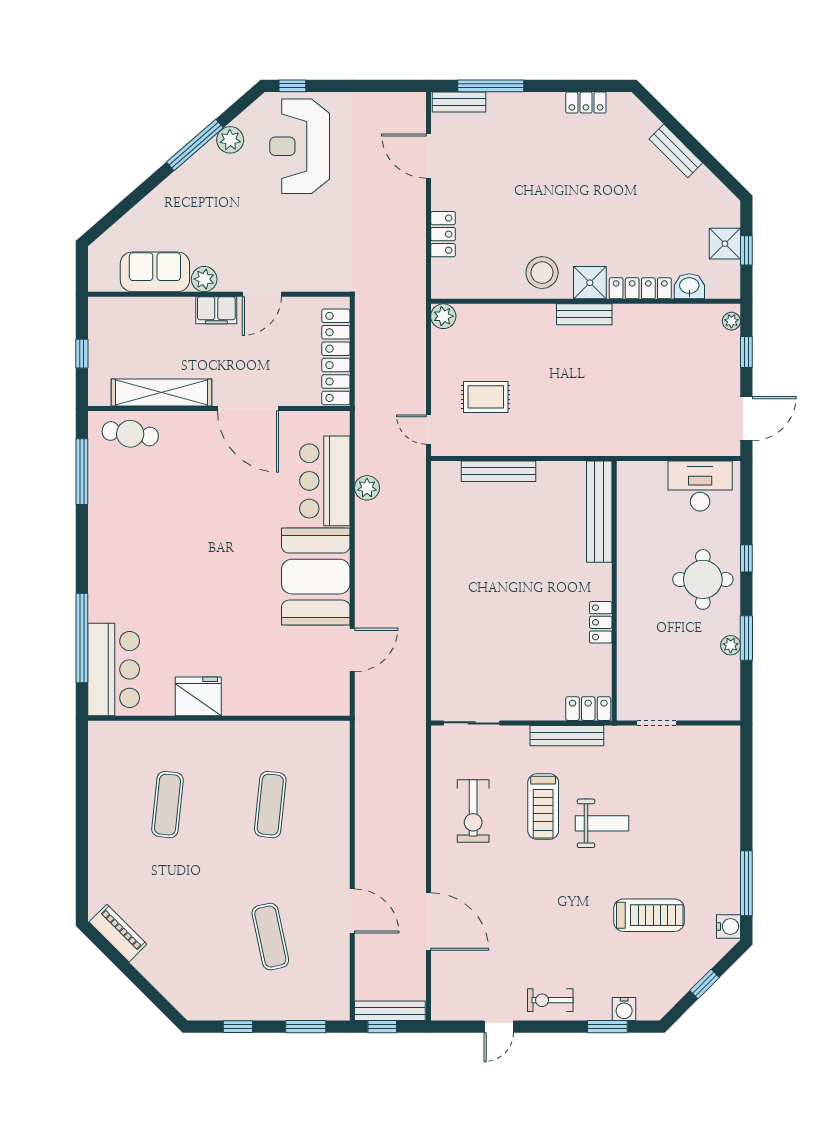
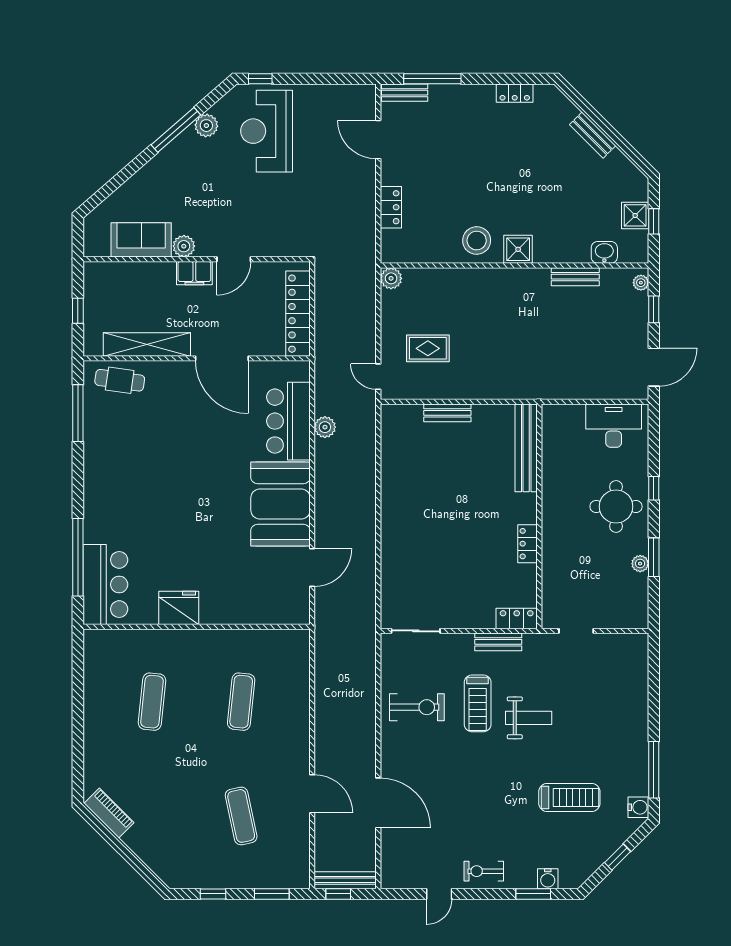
locker: (640, 288) -> (562, 254), removed
bench: (584, 314) -> (575, 277), moved
bench: (498, 471) -> (447, 413), width x0.73
bench: (567, 736) -> (498, 642), width x0.73
exercise bike: (473, 811) -> (417, 707), turned -90

